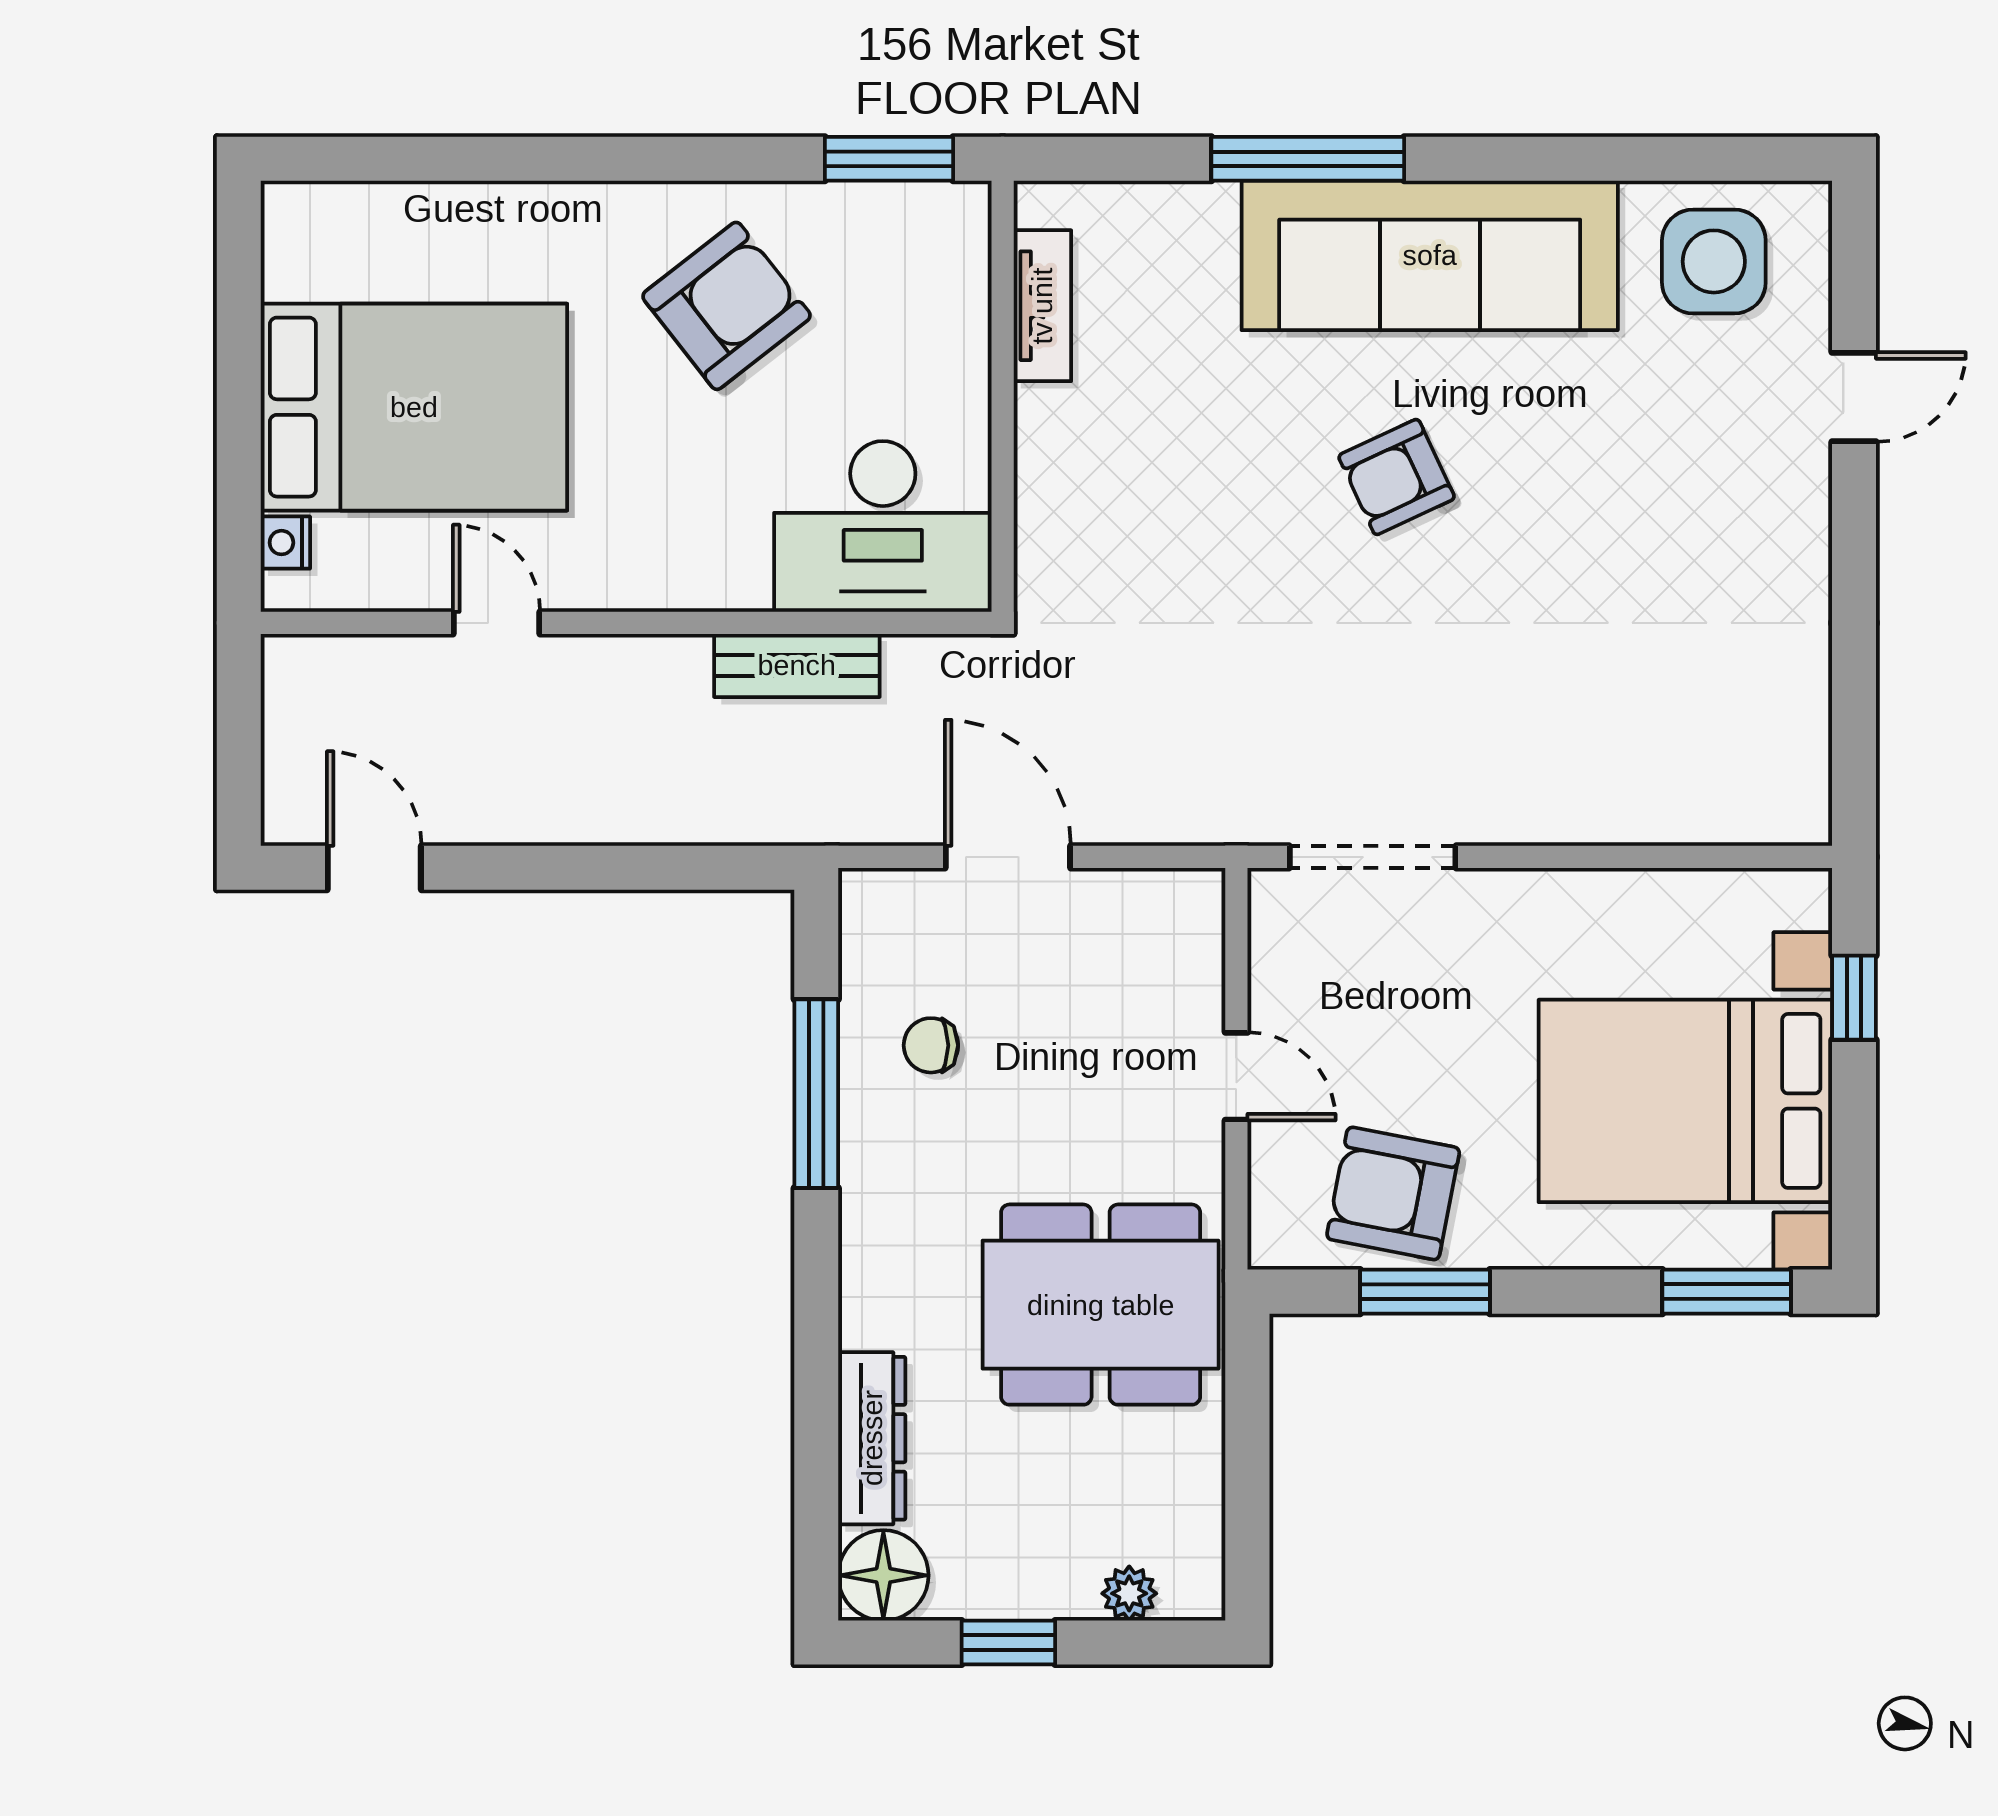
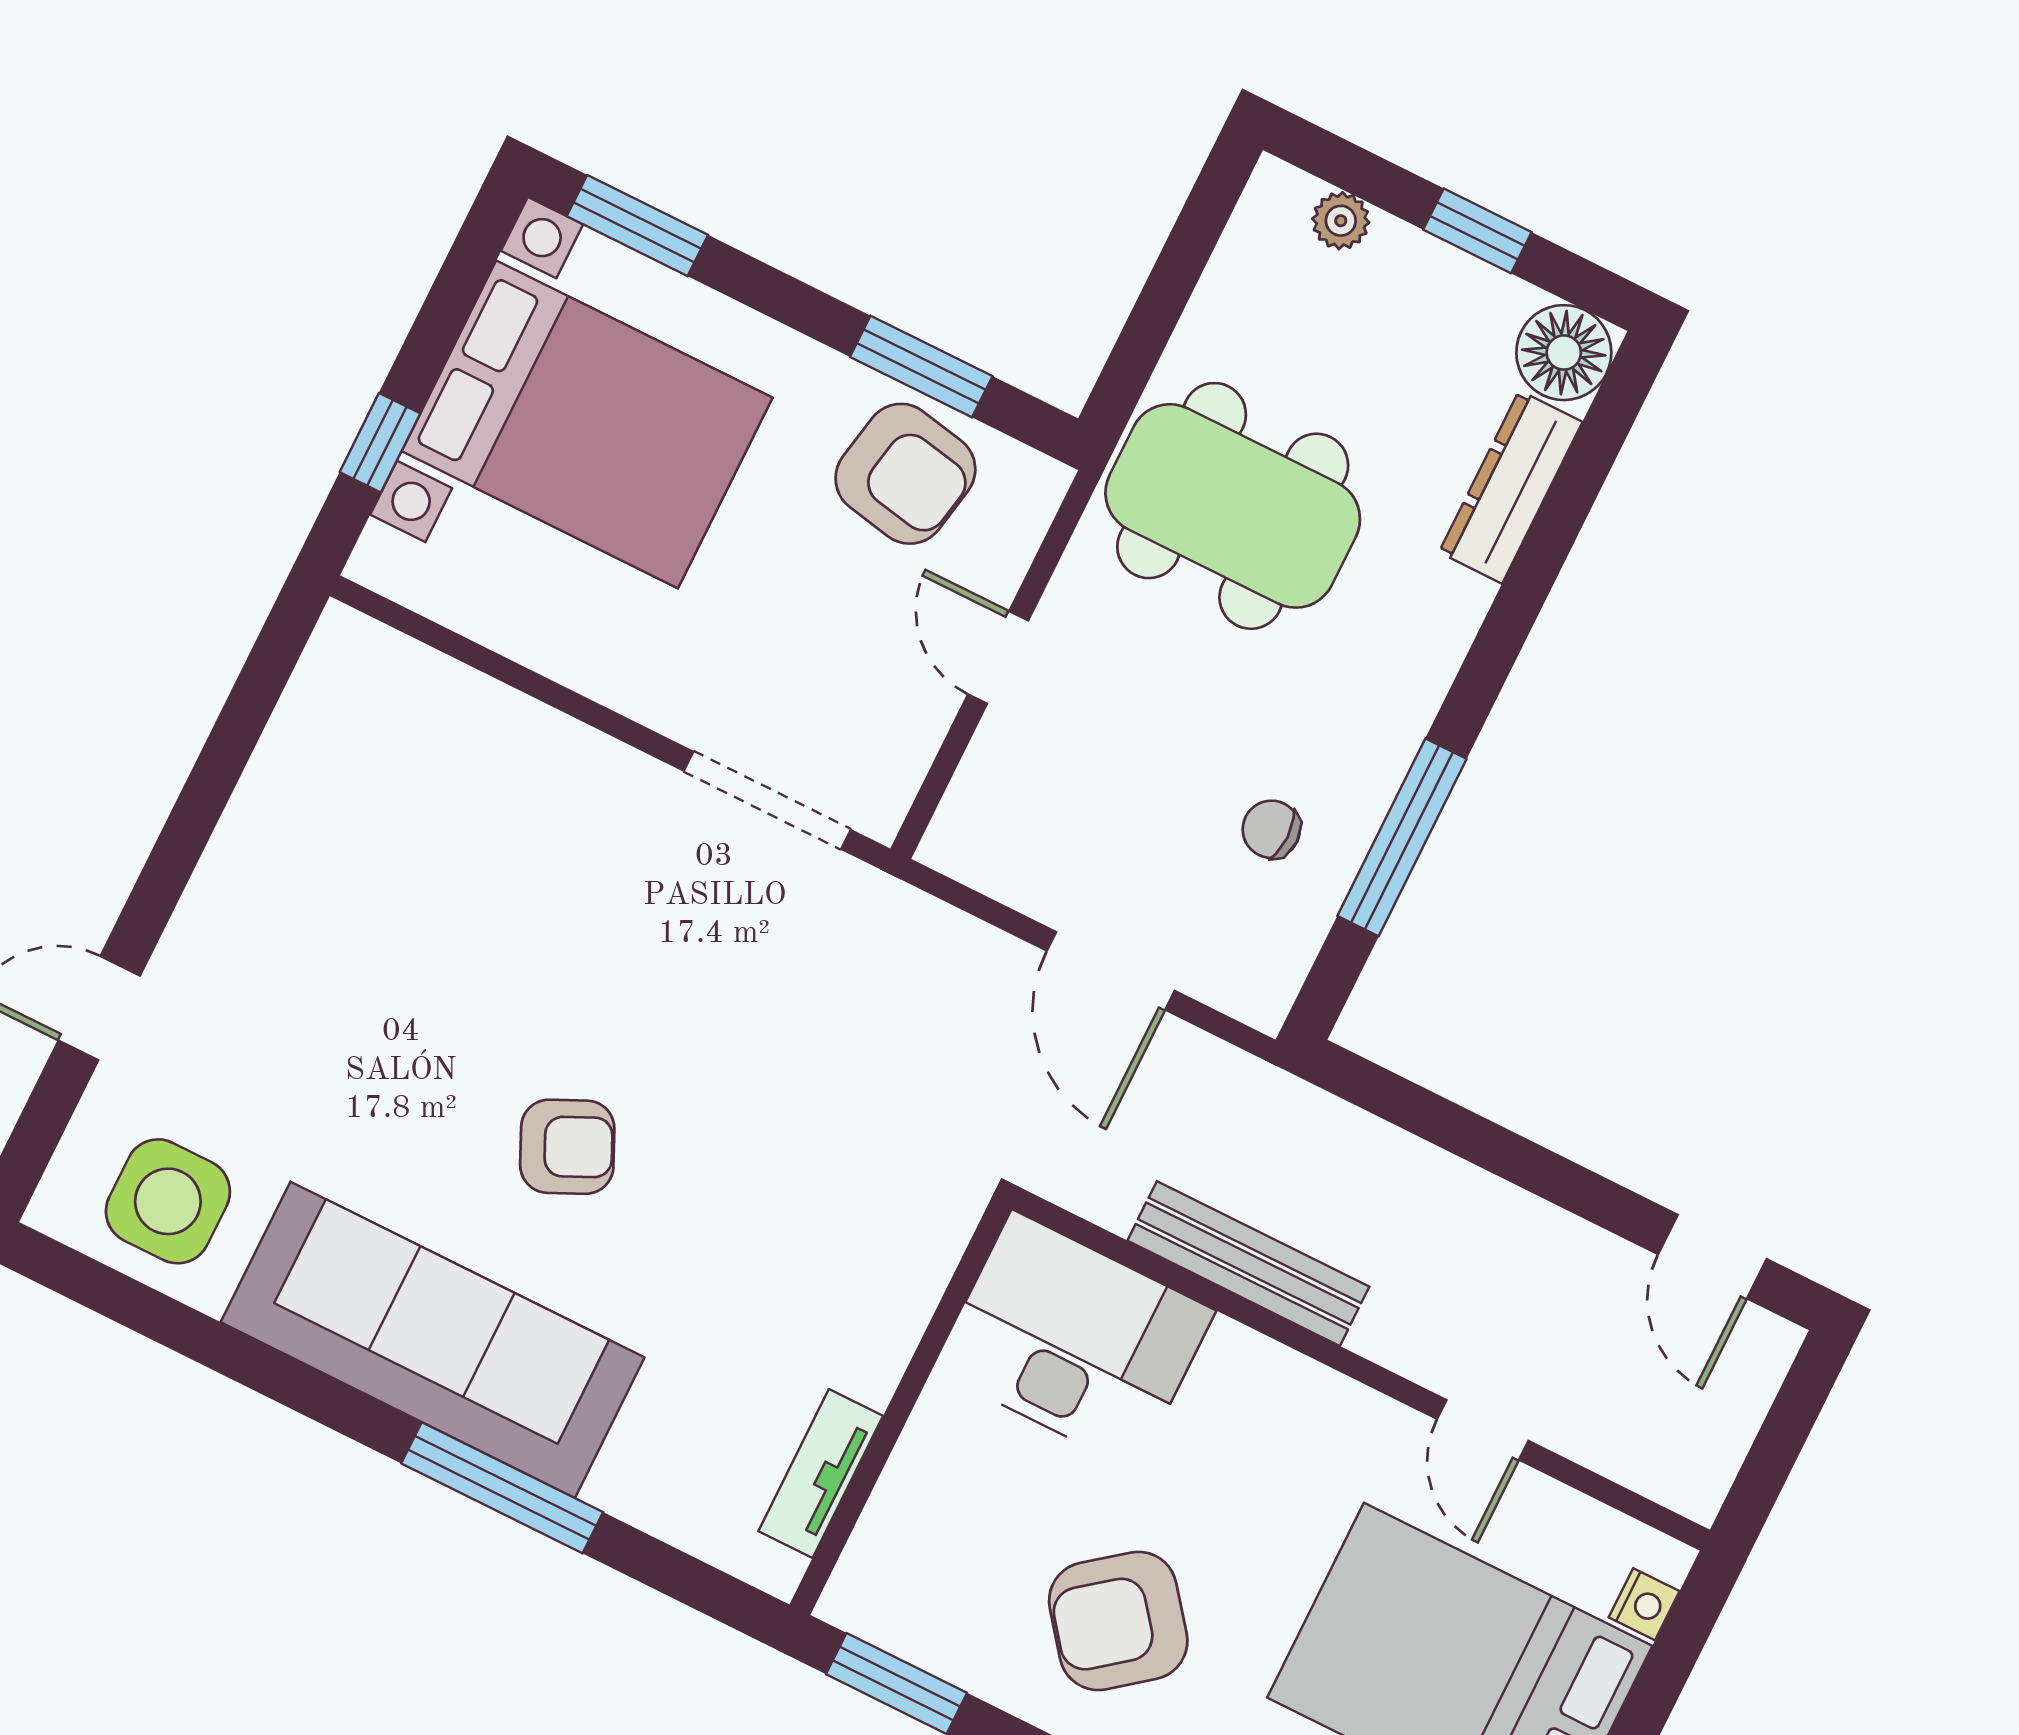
bench: (797, 665) -> (1248, 1264), width x1.36
chair: (931, 1045) -> (1271, 829), turned 180

